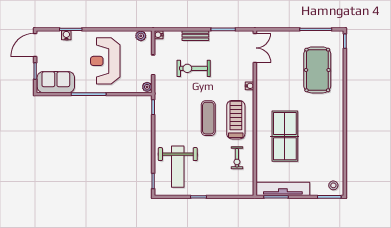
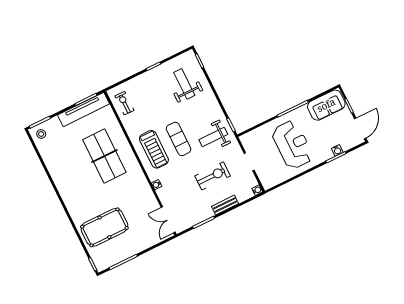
plant: (141, 36) -> (272, 182), removed
pool table: (317, 70) -> (104, 227), turned 90
plant: (147, 87) -> (245, 140), removed
weight bench: (175, 104) -> (213, 137), added
exercise bike: (237, 158) -> (124, 103), moved
weight bench: (178, 167) -> (184, 84), width x0.73, depth x0.75

